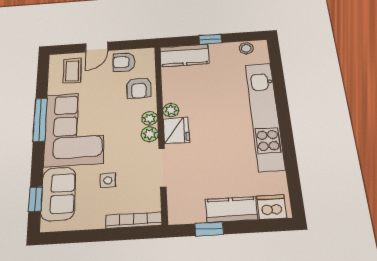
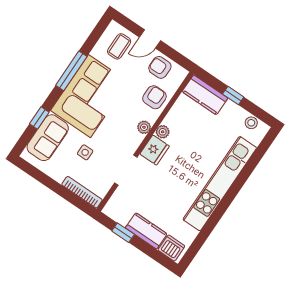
armchair: (139, 88) -> (154, 97), turned 180
plant: (150, 134) -> (135, 139), removed
window: (35, 199) -> (39, 118), moved

